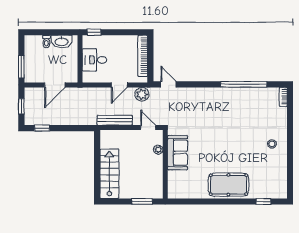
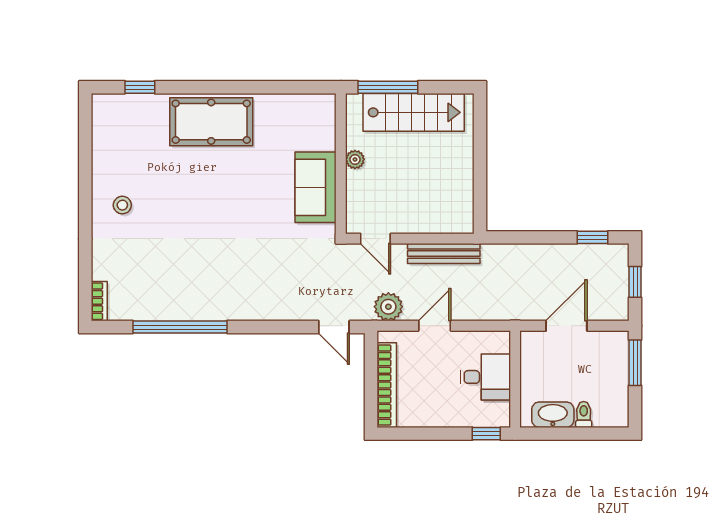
plant: (158, 150) -> (355, 159), moved
stairs: (109, 174) -> (414, 112), moved, turned -90
window: (142, 202) -> (388, 87), width x1.44

